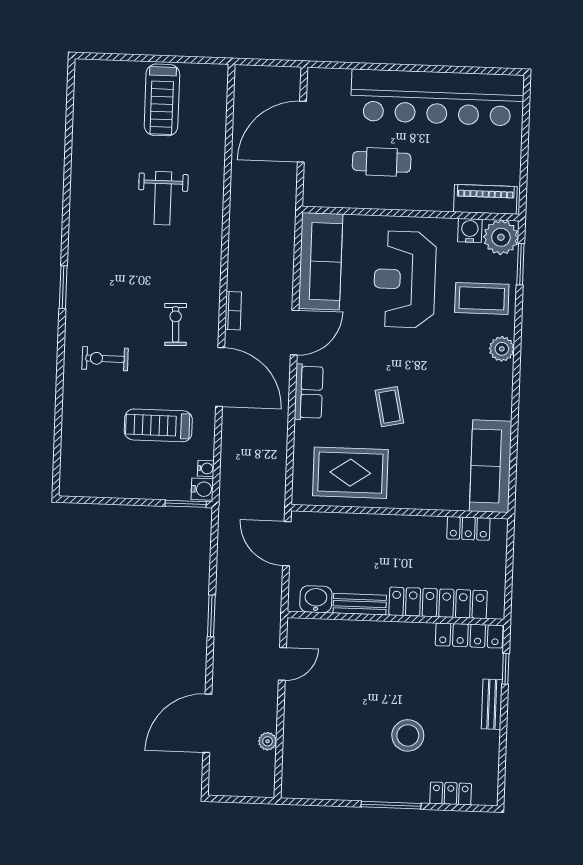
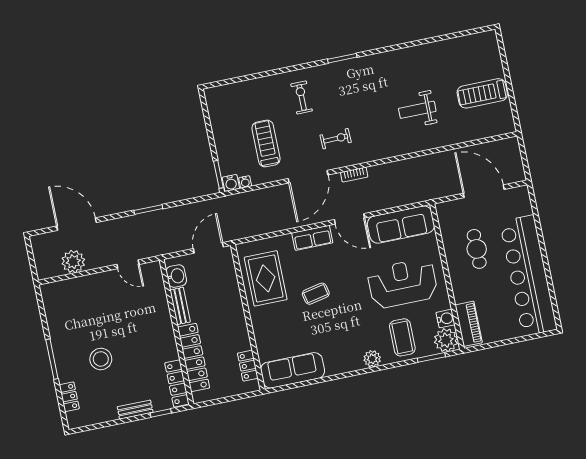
plant: (268, 741) -> (73, 262), width x1.87, depth x1.87

